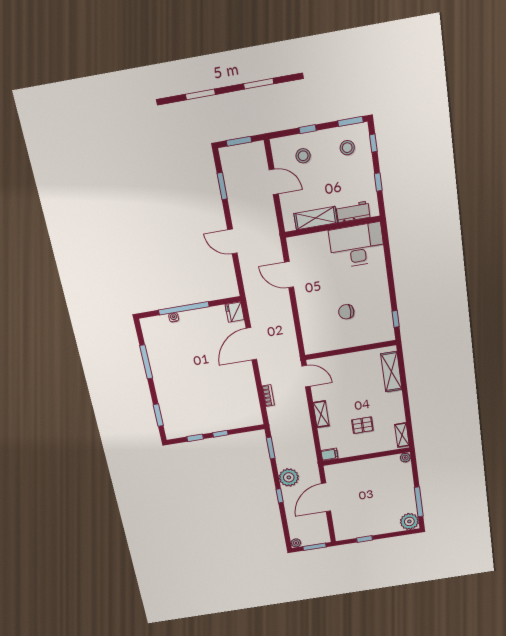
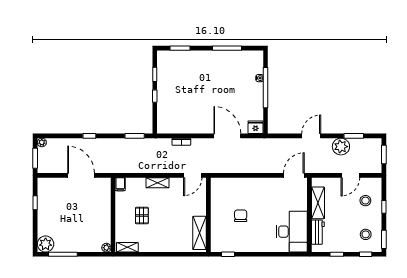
door: (289, 275) -> (294, 175), moved
shelving: (391, 372) -> (200, 233), moved, turned 90
plant: (289, 477) -> (341, 147), moved

